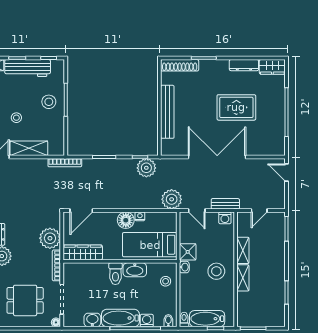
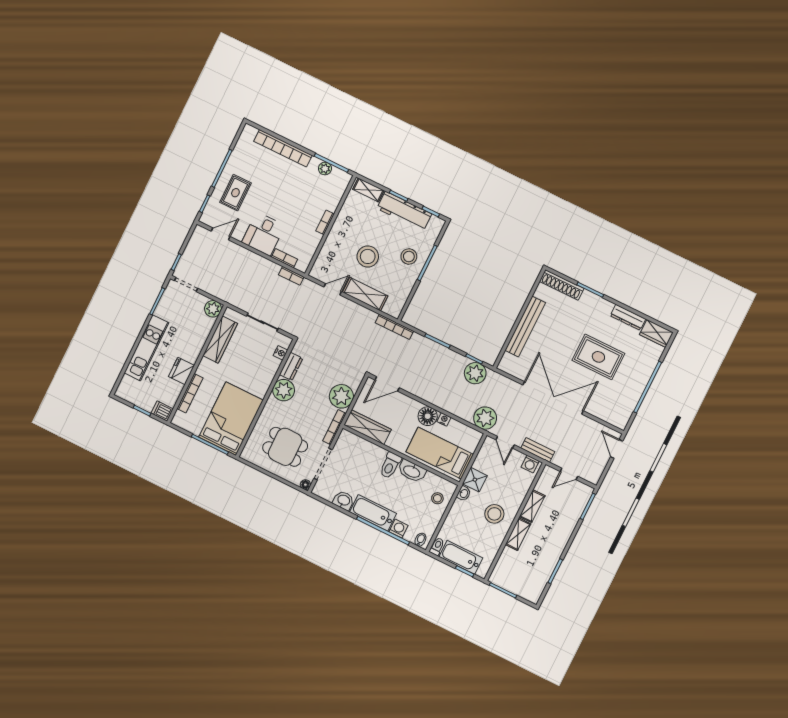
stool: (16, 118) -> (368, 256), width x1.89, depth x1.89

